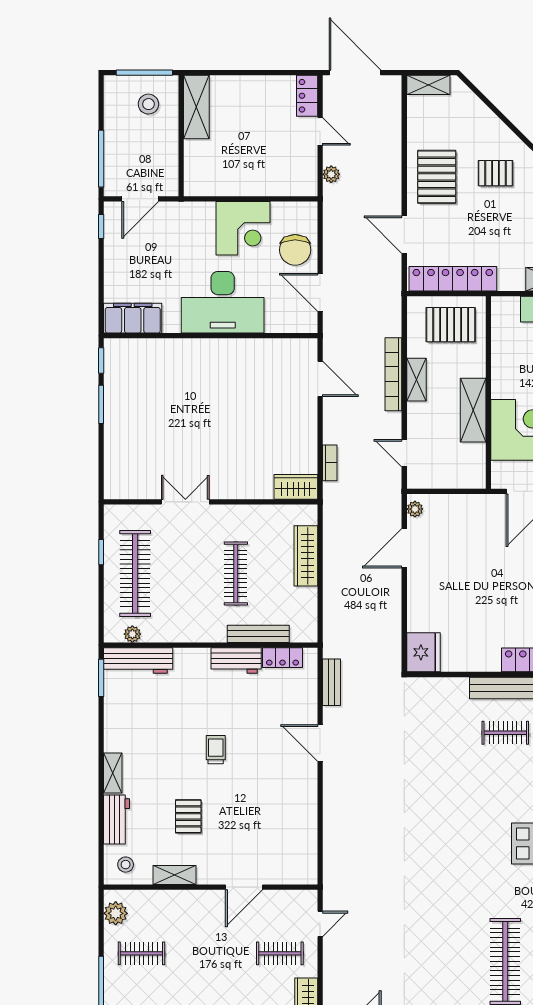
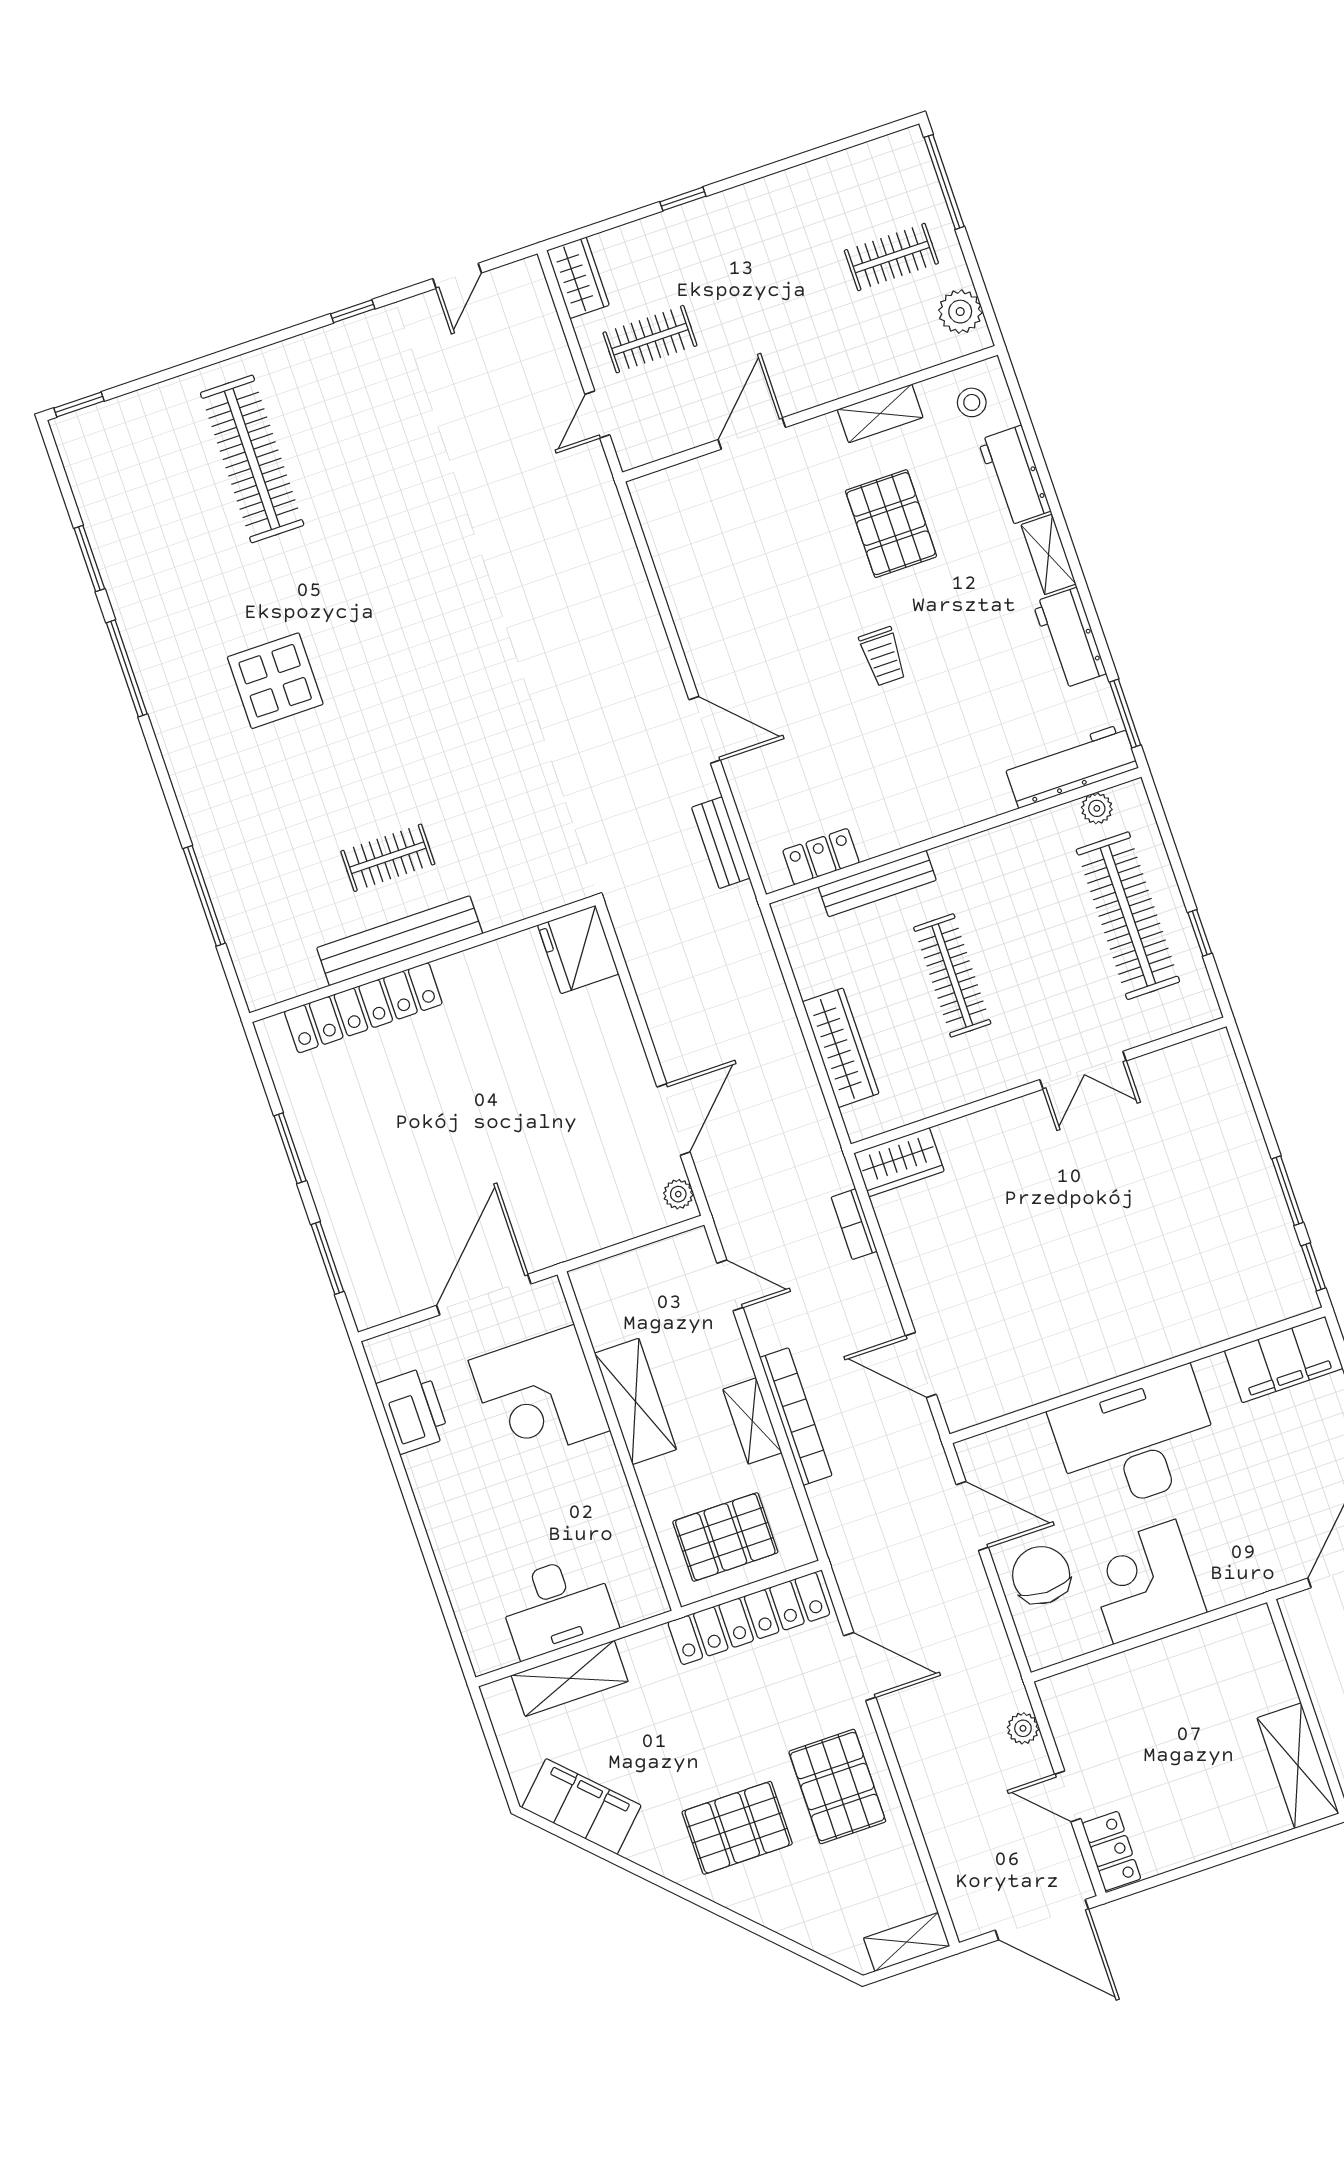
pallet: (495, 173) -> (737, 1828), width x1.50, depth x1.42
workbench: (236, 660) -> (1069, 638), moved, turned -90
pallet: (188, 816) -> (891, 524), width x1.50, depth x1.42

